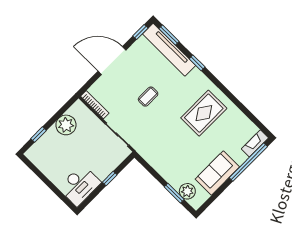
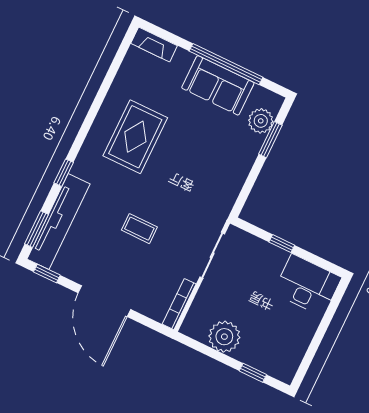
rug: (204, 113) -> (135, 137), turned 90
window: (248, 162) -> (226, 64), moved

